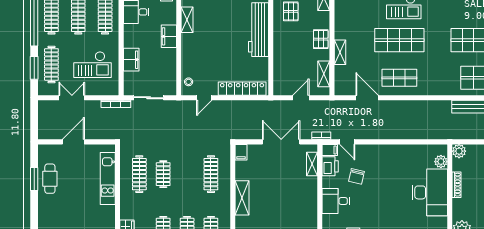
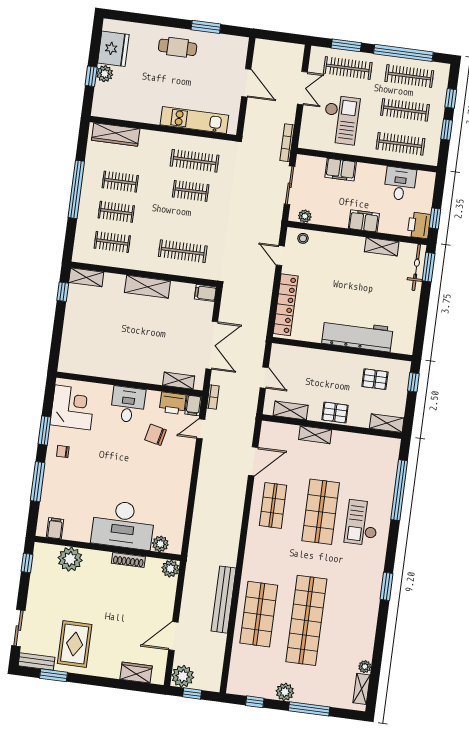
checkout: (93, 65) -> (341, 120), turned 180
plant: (171, 83) -> (305, 216), added
cafe table: (50, 179) -> (178, 47), moved

